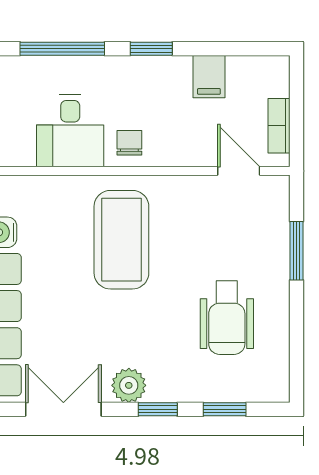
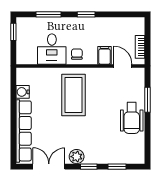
window: (62, 49) -> (48, 14), width x0.69
filing cabinet: (209, 77) -> (105, 55), moved, turned 180
wheelchair: (227, 318) -> (132, 118), moved

